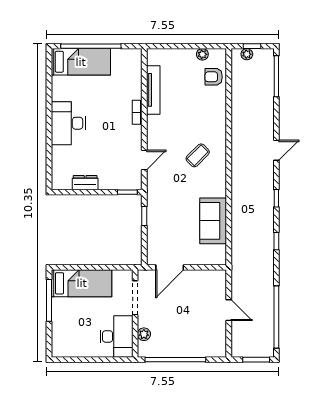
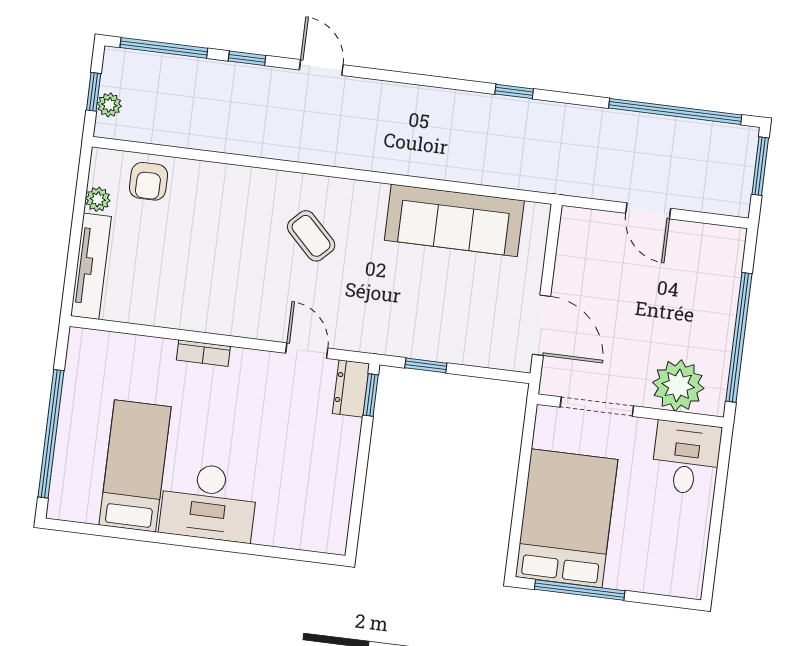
bed: (81, 62) -> (135, 466), moved
tv unit: (153, 90) -> (91, 266), moved, turned 90
dresser: (85, 183) -> (351, 389), moved
window: (276, 198) -> (247, 58), moved
sofa: (213, 221) -> (454, 220), width x1.36
bed: (82, 283) -> (567, 518), width x1.50
door: (229, 310) -> (648, 211), swing flipped
plant: (144, 334) -> (678, 385), width x1.88, depth x1.88
desk: (116, 336) -> (686, 458), width x0.73

